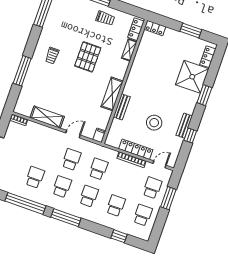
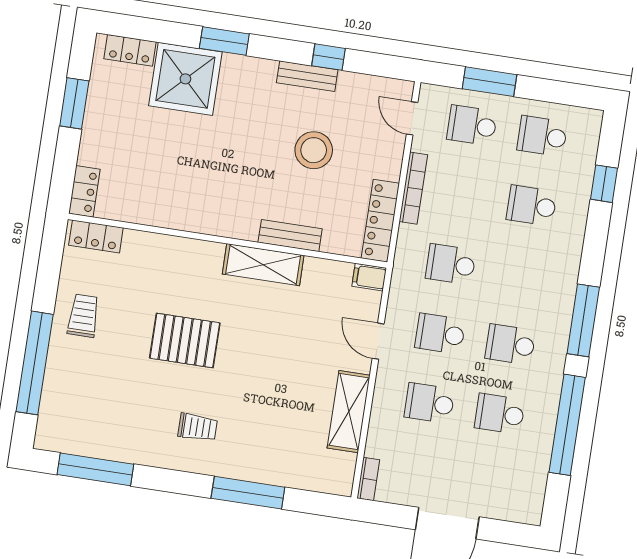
shelving: (129, 50) -> (149, 243), removed
locker: (136, 149) -> (380, 221), moved
school desk: (89, 196) -> (429, 403), moved

